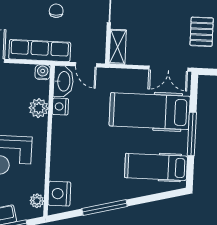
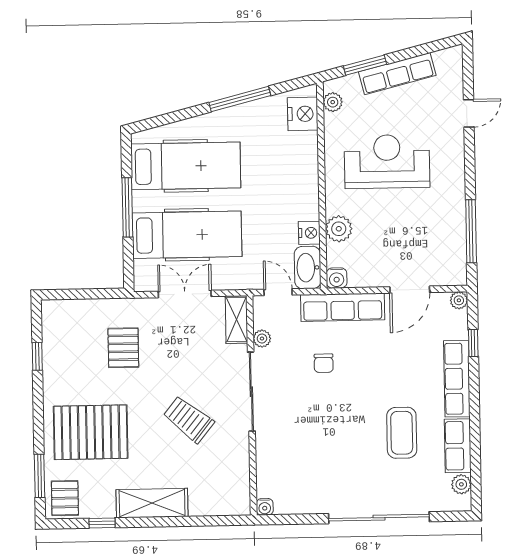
plant: (100, 32) -> (262, 339), added
double door: (168, 69) -> (185, 294), moved
hospital bed: (156, 167) -> (186, 166), width x1.37, depth x1.29

